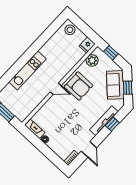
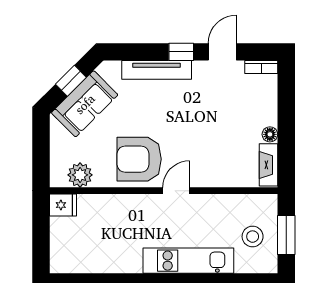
stool: (70, 30) -> (253, 237), moved
window: (111, 53) -> (41, 157), removed
armchair: (79, 86) -> (139, 159), turned -90
door: (56, 89) -> (176, 191), hinge flipped
window: (112, 124) -> (181, 52), moved

